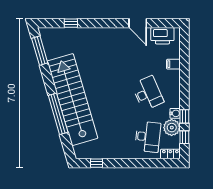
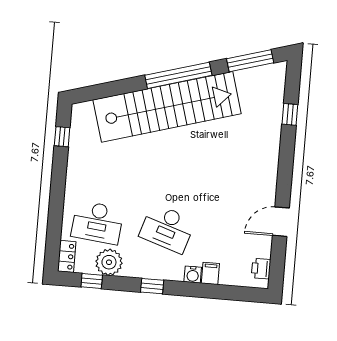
printer: (162, 36) -> (261, 269), width x0.53, depth x0.68
desk: (148, 93) -> (167, 228), turned 42
water cooler: (175, 113) -> (193, 275), moved
window: (58, 114) -> (178, 75), moved
window: (184, 116) -> (152, 286), moved

